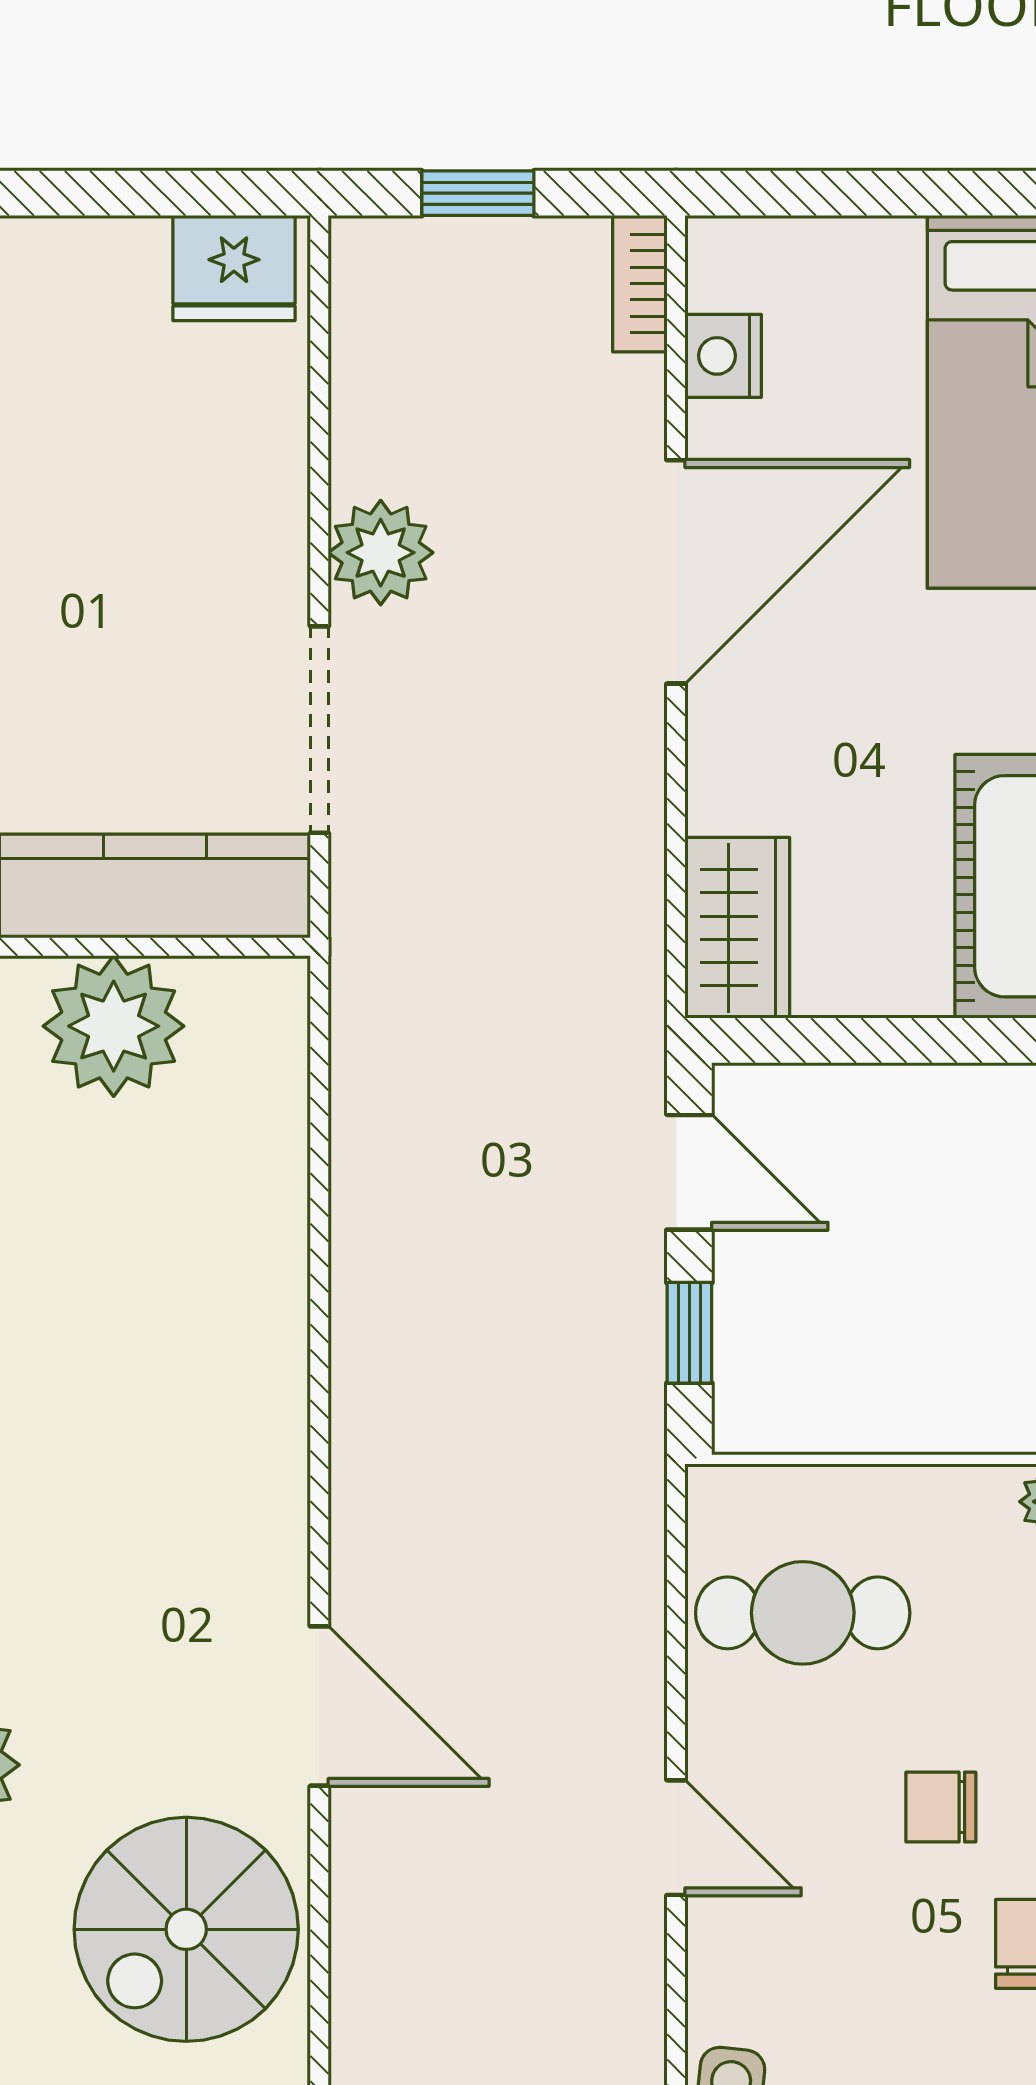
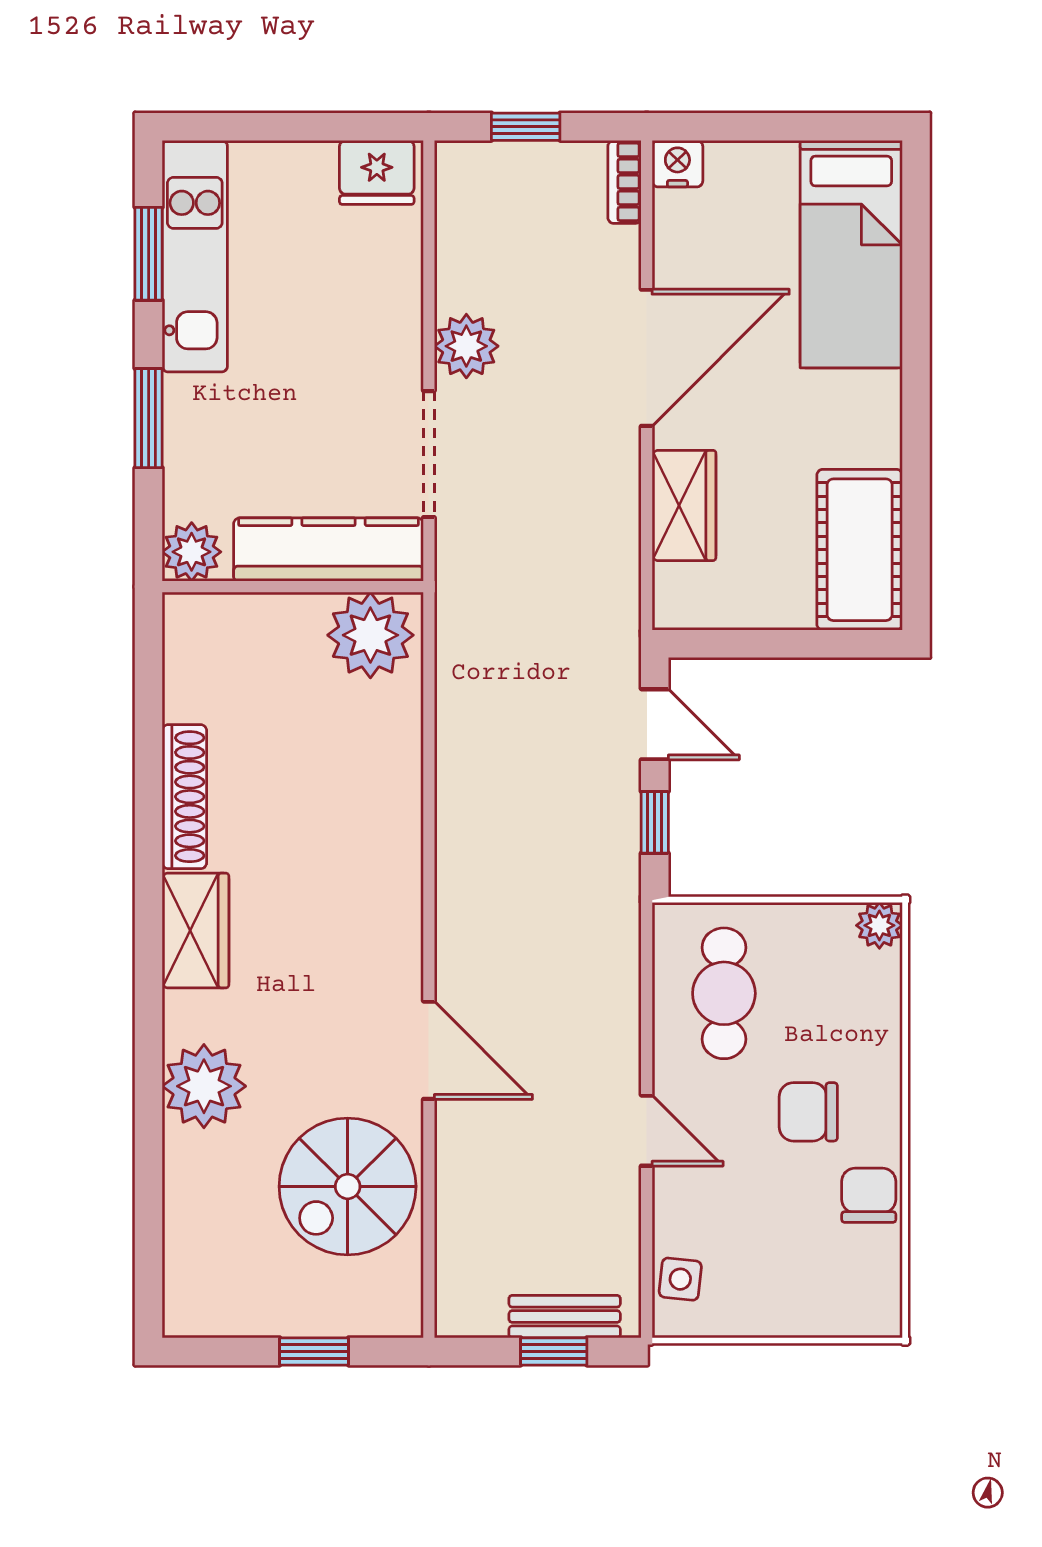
nightstand: (723, 356) -> (677, 164), moved, turned 90
wardrobe: (737, 928) -> (684, 505), moved
plant: (114, 1026) -> (370, 635), moved
cafe table: (803, 1613) -> (724, 993), turned 90
chair: (941, 1807) -> (808, 1112), width x1.37, depth x1.37

